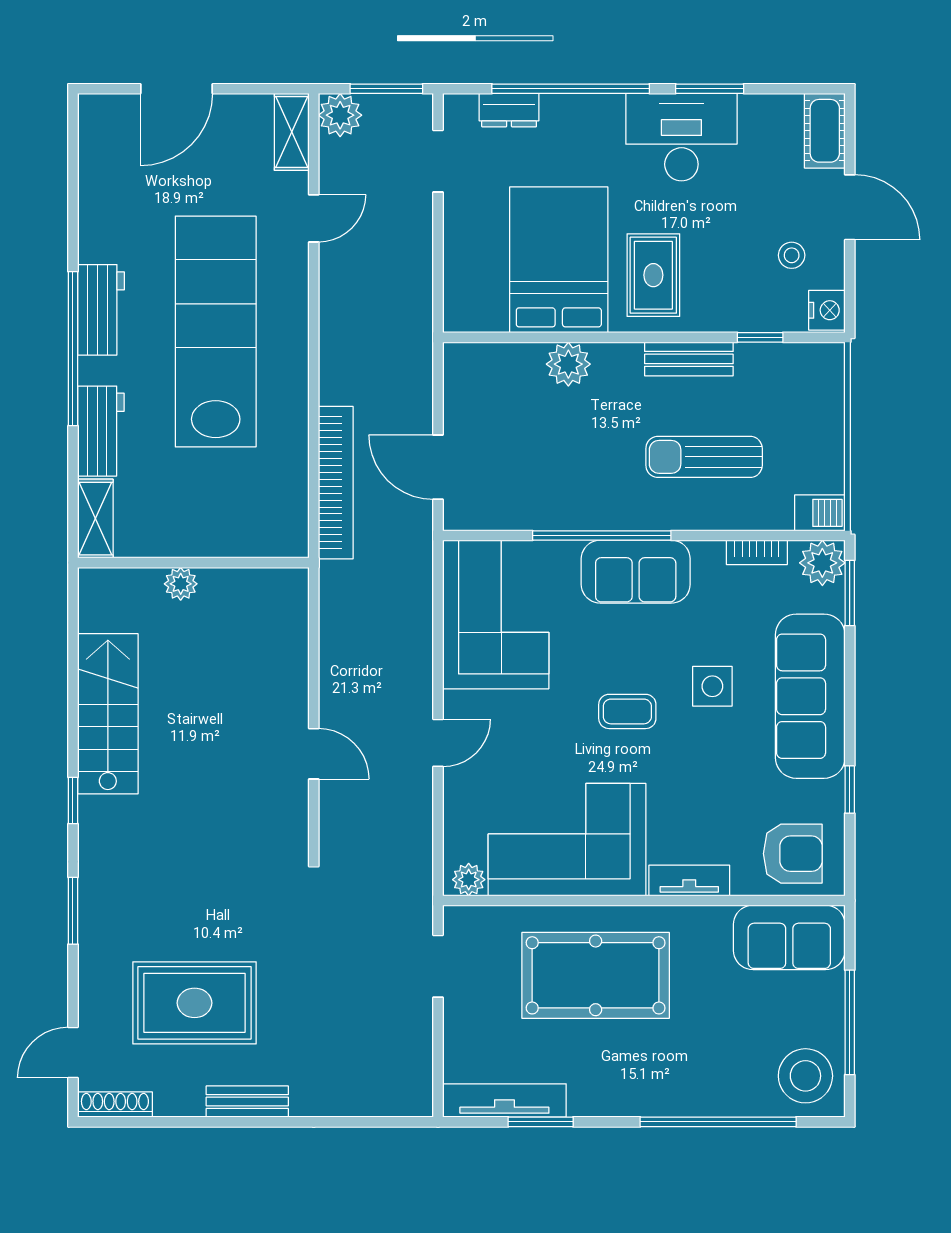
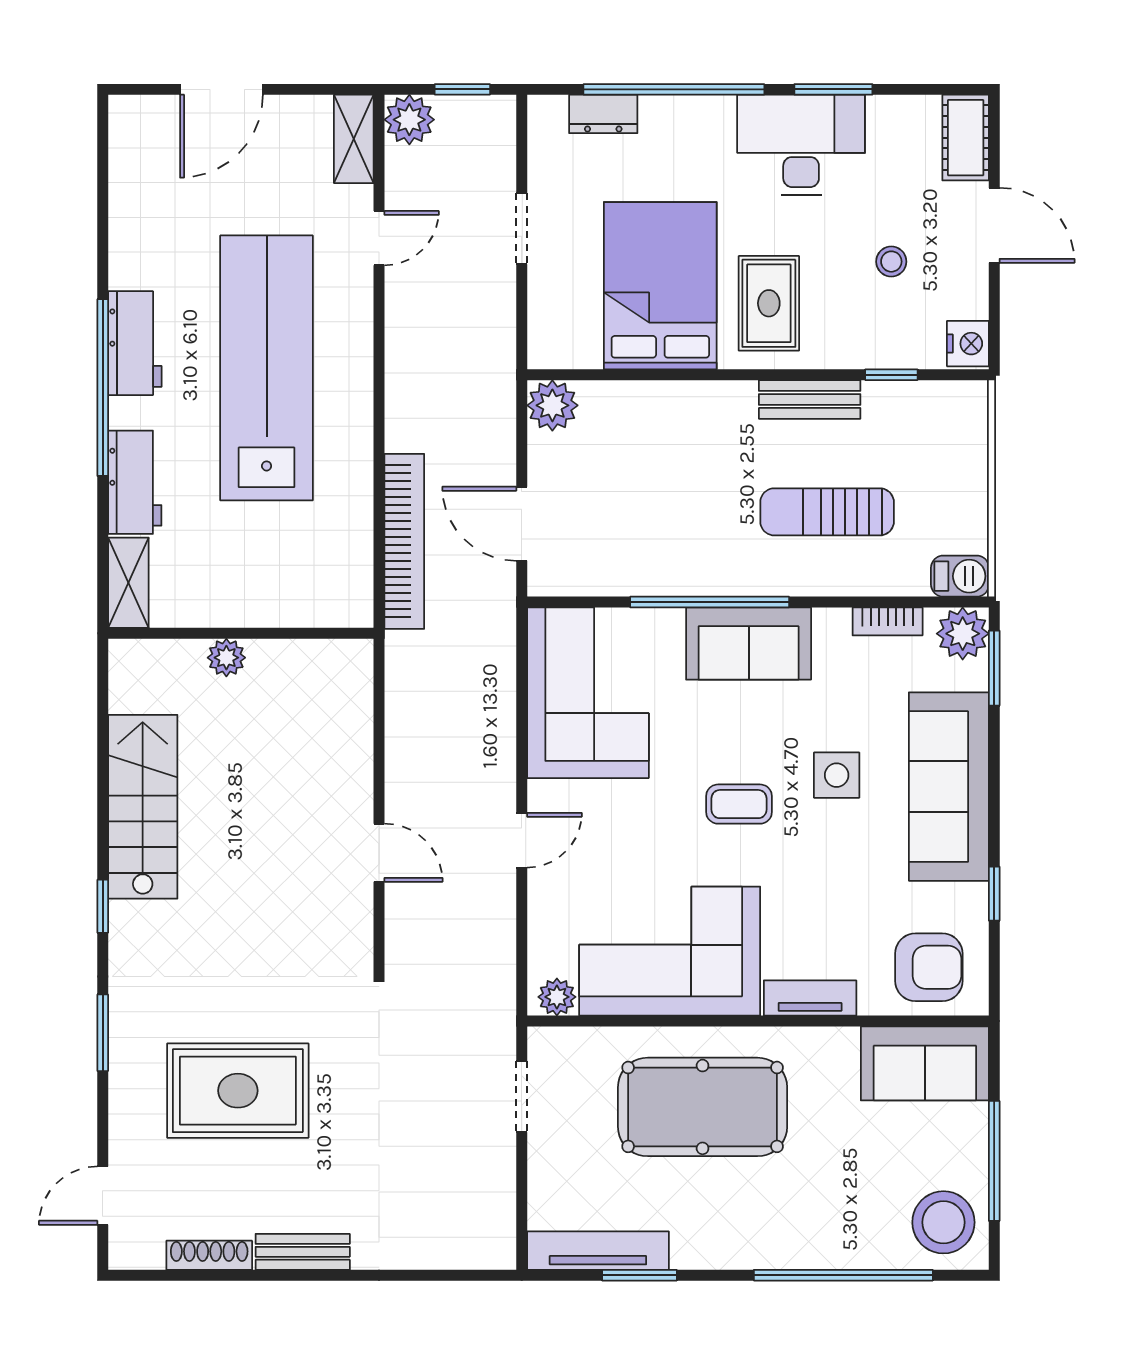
window: (386, 89) -> (462, 89), width x0.67
doorway: (438, 161) -> (522, 229), moved
stool: (792, 255) -> (891, 262), moved
plant: (568, 364) -> (552, 405), moved
rug: (194, 1003) -> (238, 1091), moved
shoe rack: (115, 1105) -> (209, 1255), moved

